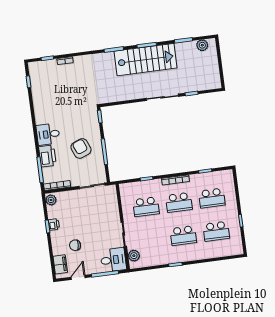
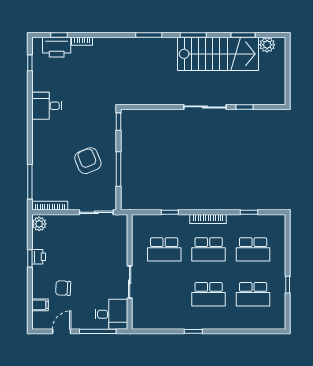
stairs: (146, 60) -> (218, 54), moved
desk: (48, 134) -> (47, 106), moved
printer: (47, 156) -> (57, 47), moved, turned 90
plant: (134, 256) -> (140, 312), removed
filing cabinet: (60, 264) -> (40, 305), width x0.50

